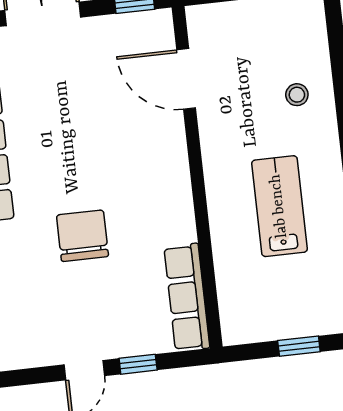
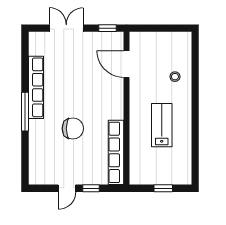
chair: (82, 236) -> (73, 128), turned 90
row of seats: (187, 297) -> (116, 152), width x1.36

